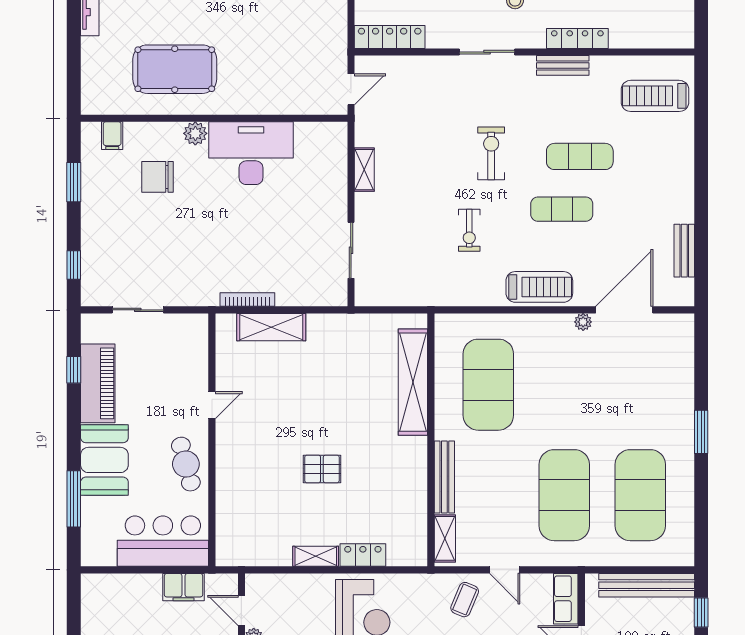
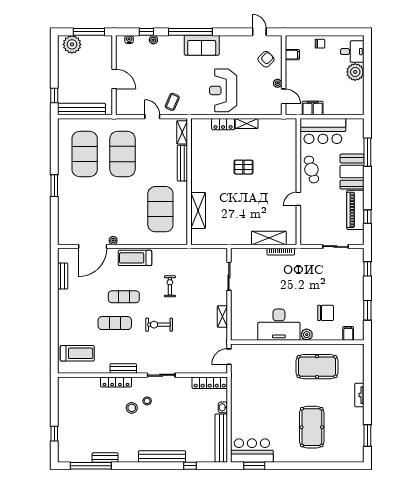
exercise bike: (491, 153) -> (159, 325), turned 90
shelving: (413, 382) -> (198, 210), width x0.68
row of seats: (566, 599) -> (122, 102), removed

